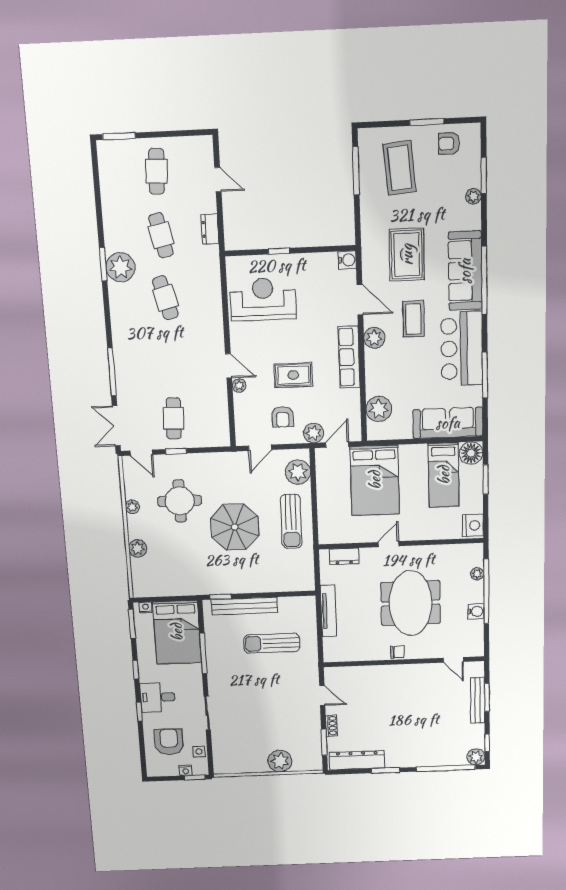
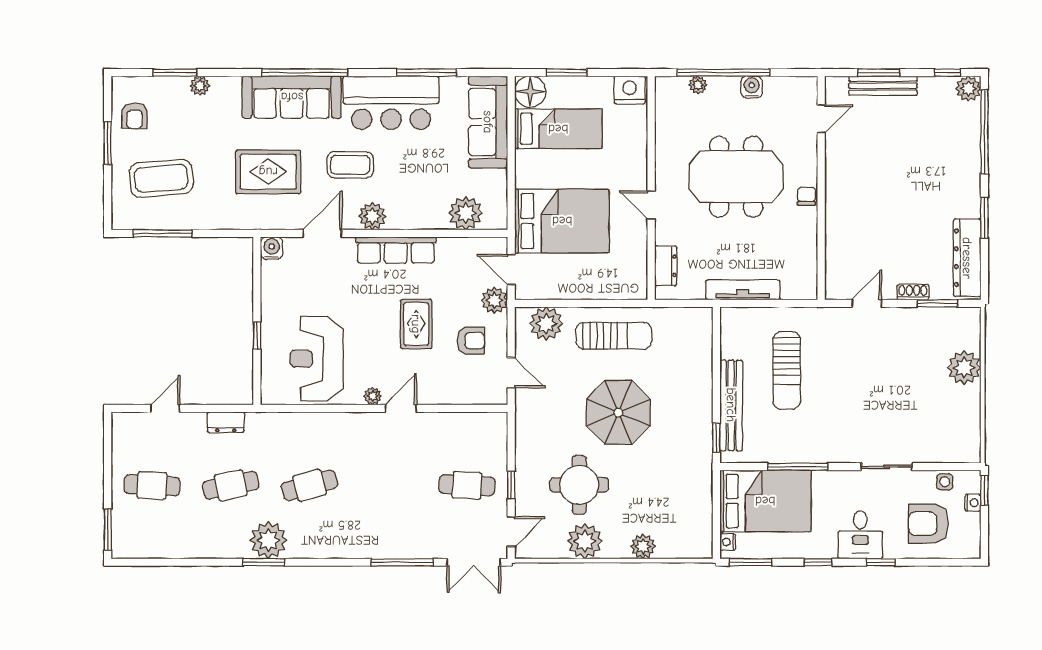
plant: (239, 386) -> (373, 396), moved
plant: (132, 507) -> (585, 541), width x1.87, depth x1.87

